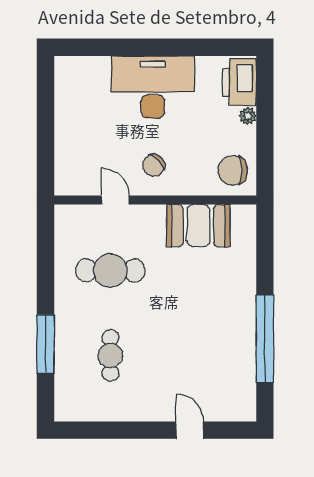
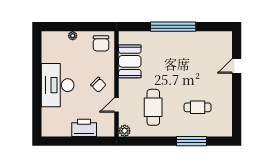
printer: (239, 82) -> (84, 128), moved, turned 180
plant: (65, 216) -> (125, 131), added
window: (265, 339) -> (173, 27), moved

